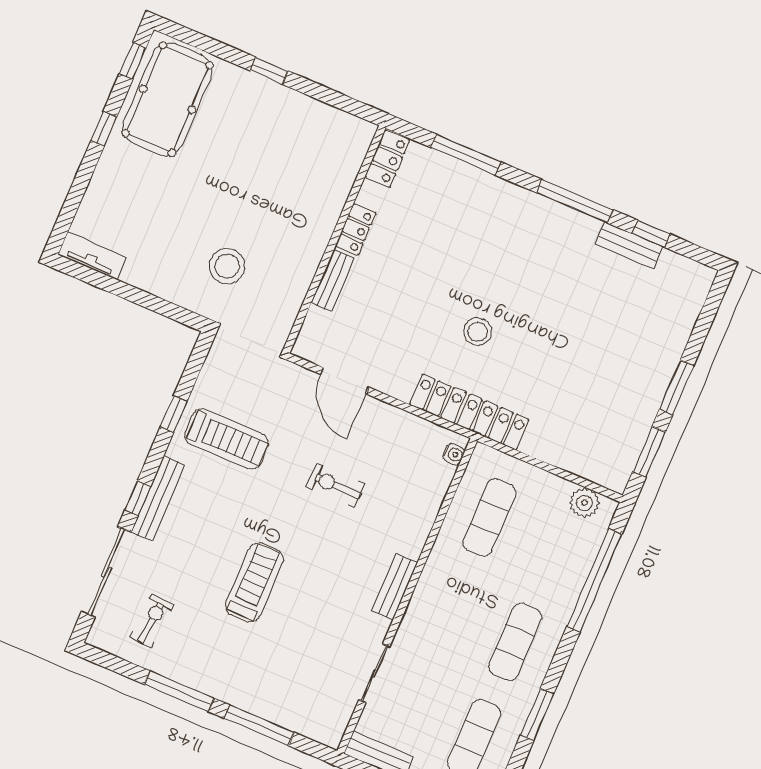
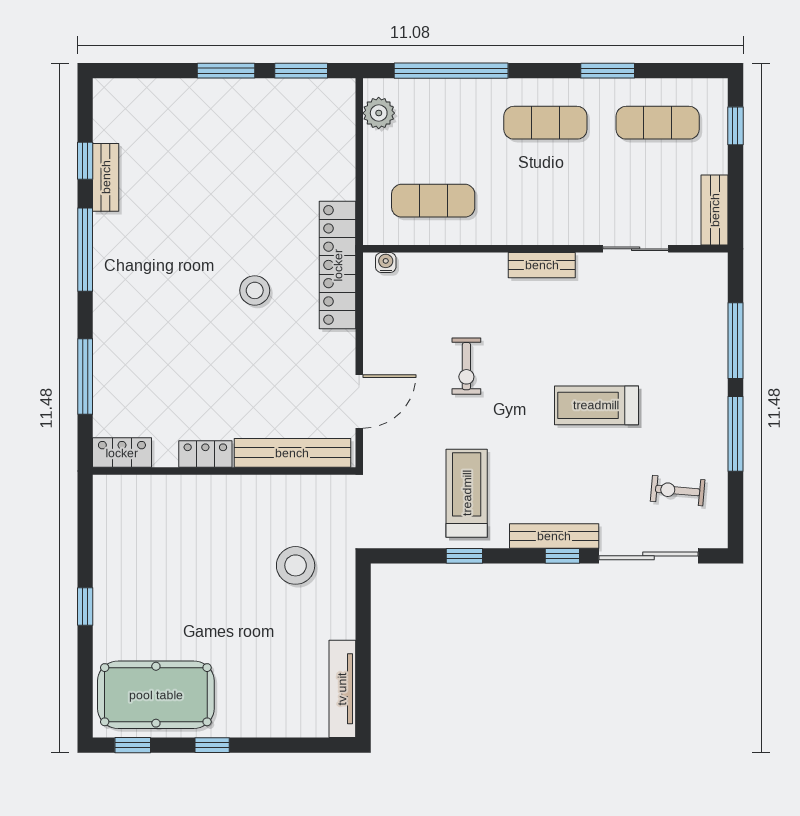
tv unit: (92, 256) -> (342, 689), width x1.41
bench: (332, 281) -> (292, 453), width x1.86, depth x1.21

